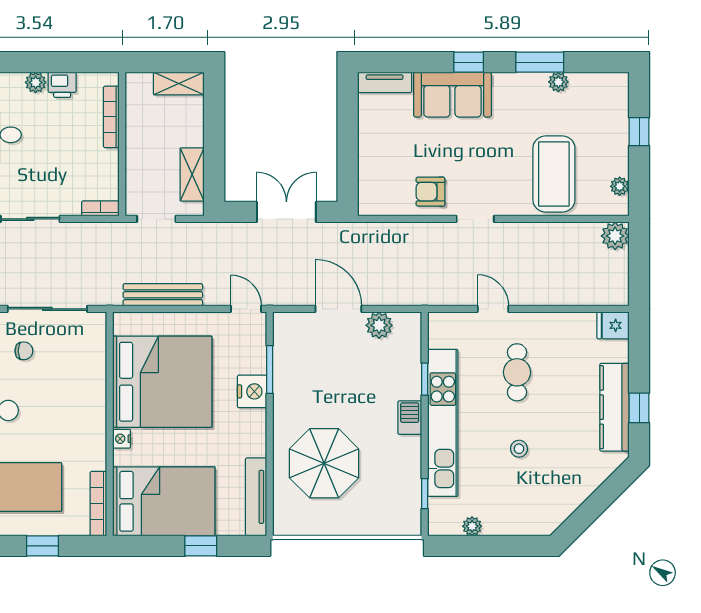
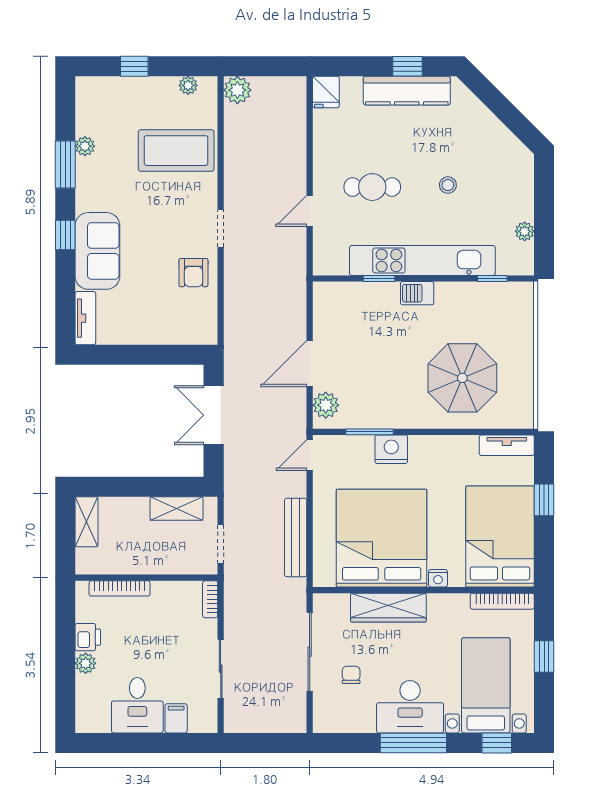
plant: (379, 325) -> (326, 405), moved
wardrobe: (92, 389) -> (388, 608), added
tv unit: (256, 497) -> (507, 445), width x0.71

